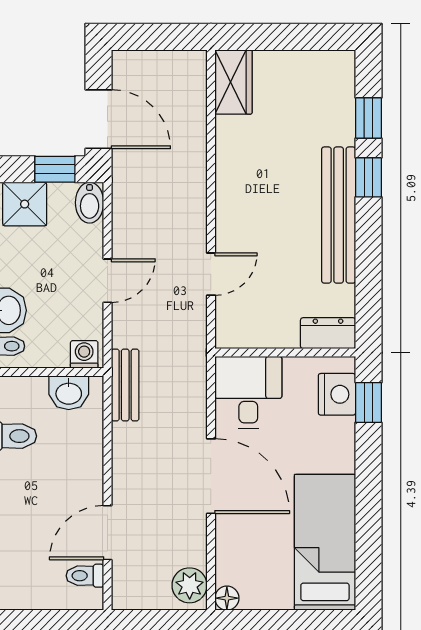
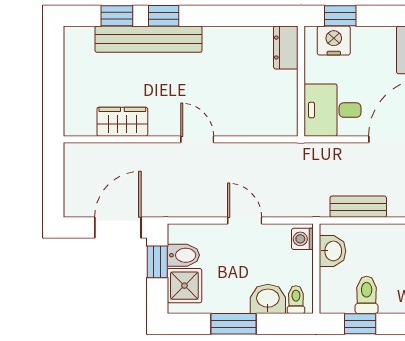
wardrobe: (233, 82) -> (122, 122), moved
bidet: (90, 203) -> (183, 255), moved
bench: (339, 215) -> (149, 39), moved
door: (211, 274) -> (197, 139), moved
bench: (125, 385) -> (358, 207), moved

